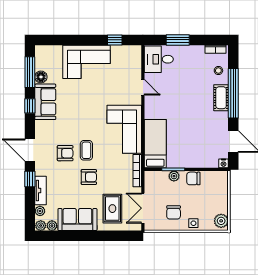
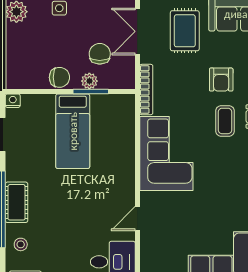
door: (143, 87) -> (137, 219), hinge flipped
bed: (155, 144) -> (73, 131), moved
armchair: (89, 177) -> (221, 80), turned -90
double door: (143, 208) -> (137, 31), swing flipped
chair: (174, 212) -> (100, 54), moved

